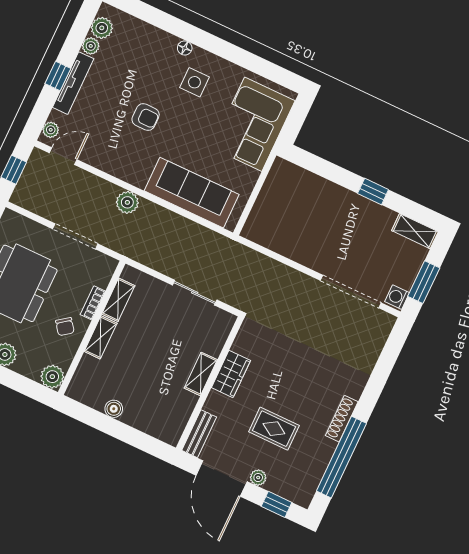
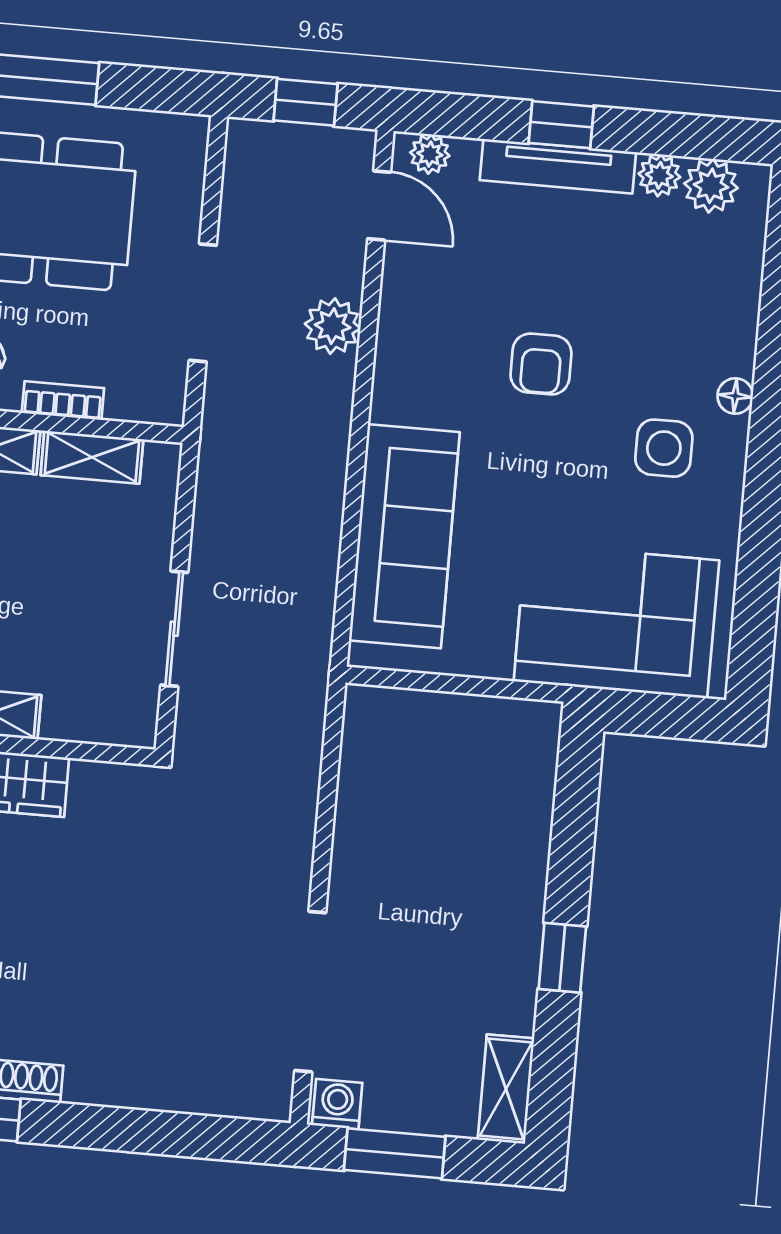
plant: (127, 202) -> (333, 326), moved

